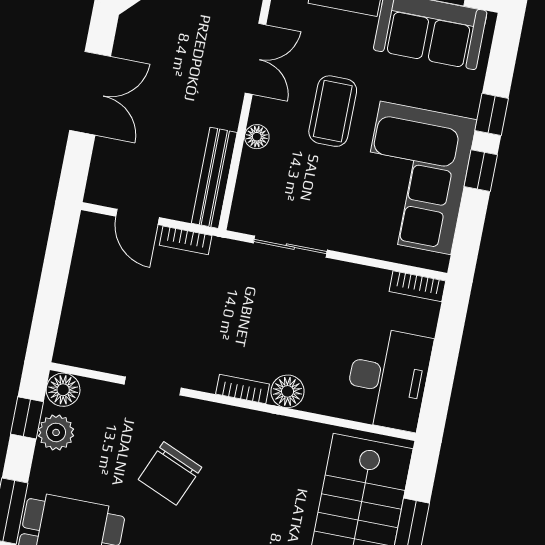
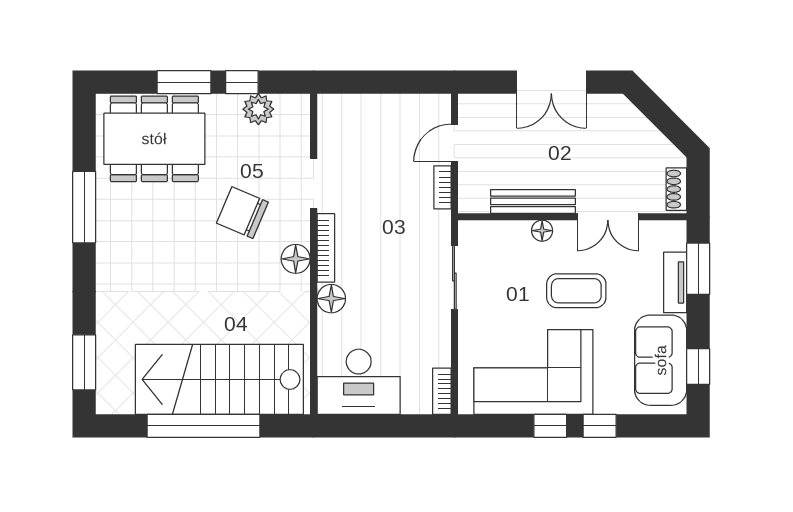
bench: (214, 178) -> (533, 201), moved
bookcase: (243, 389) -> (326, 248), width x1.56
floor lamp: (63, 390) -> (296, 259), moved
window: (27, 418) -> (242, 82), moved

